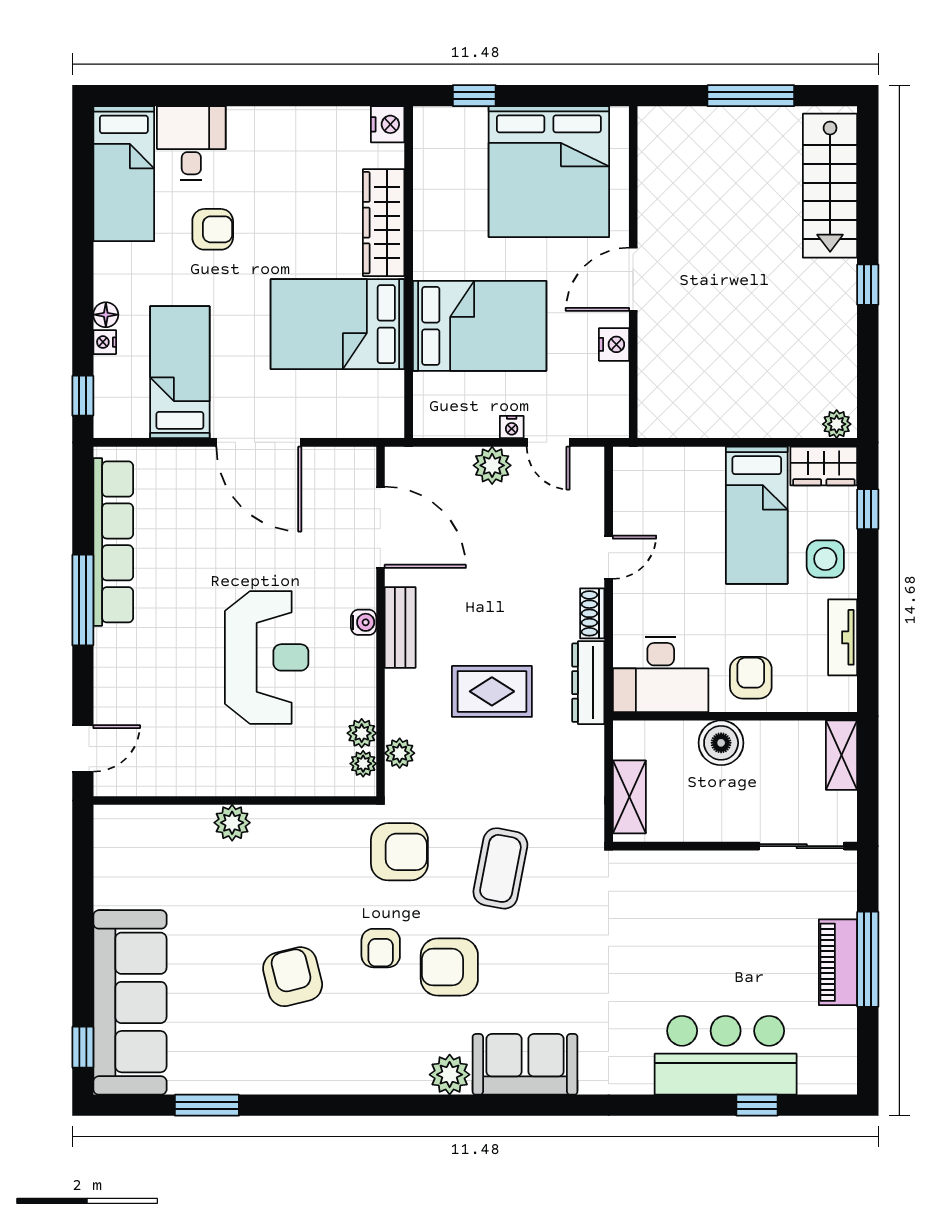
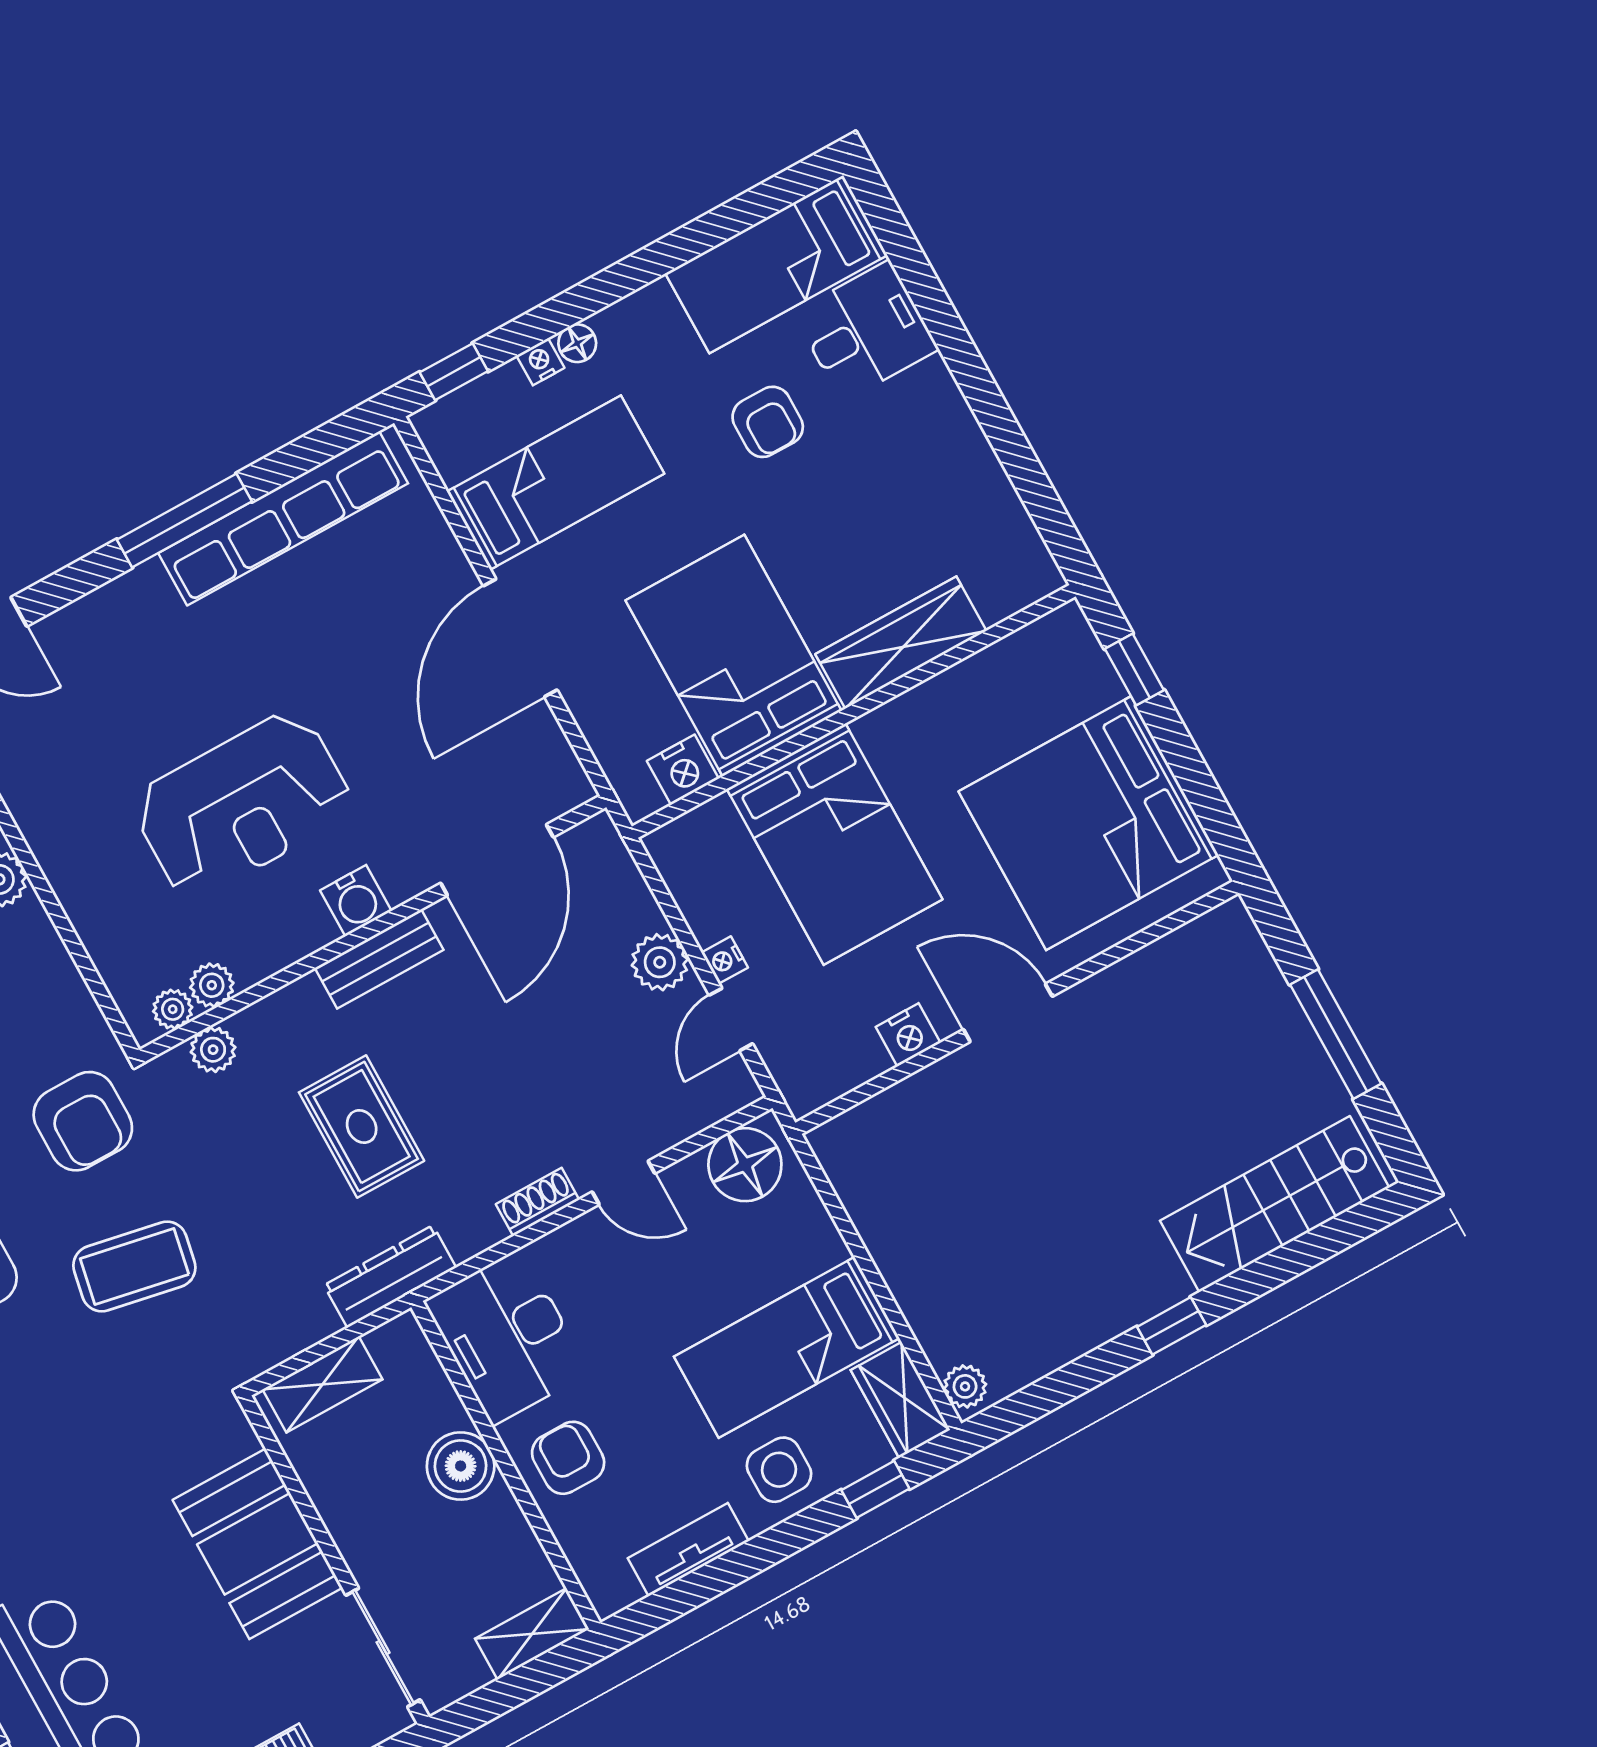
nightstand: (388, 124) -> (683, 770), moved
floor lamp: (637, 481) -> (745, 1165), added
water cooler: (364, 622) -> (356, 901), width x1.38, depth x1.38
armchair: (751, 678) -> (568, 1458), turned -90
dresser: (588, 683) -> (390, 1276), moved
booth: (701, 886) -> (258, 1544), added

